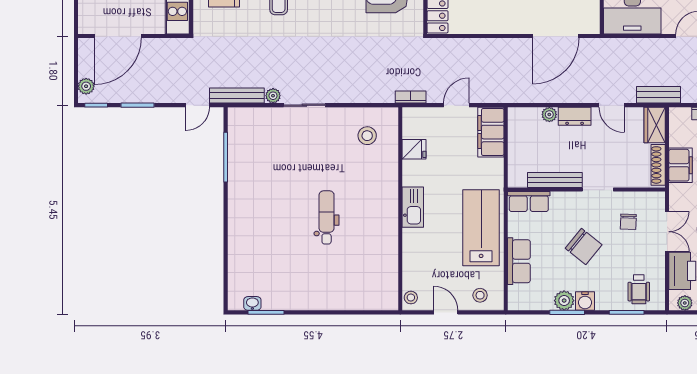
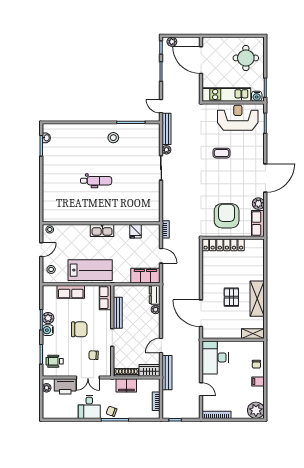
bench: (659, 95) -> (167, 373), width x1.36
dresser: (575, 116) -> (155, 295), moved
stool: (367, 136) -> (113, 138), moved
chair: (584, 247) -> (79, 329), turned -129

